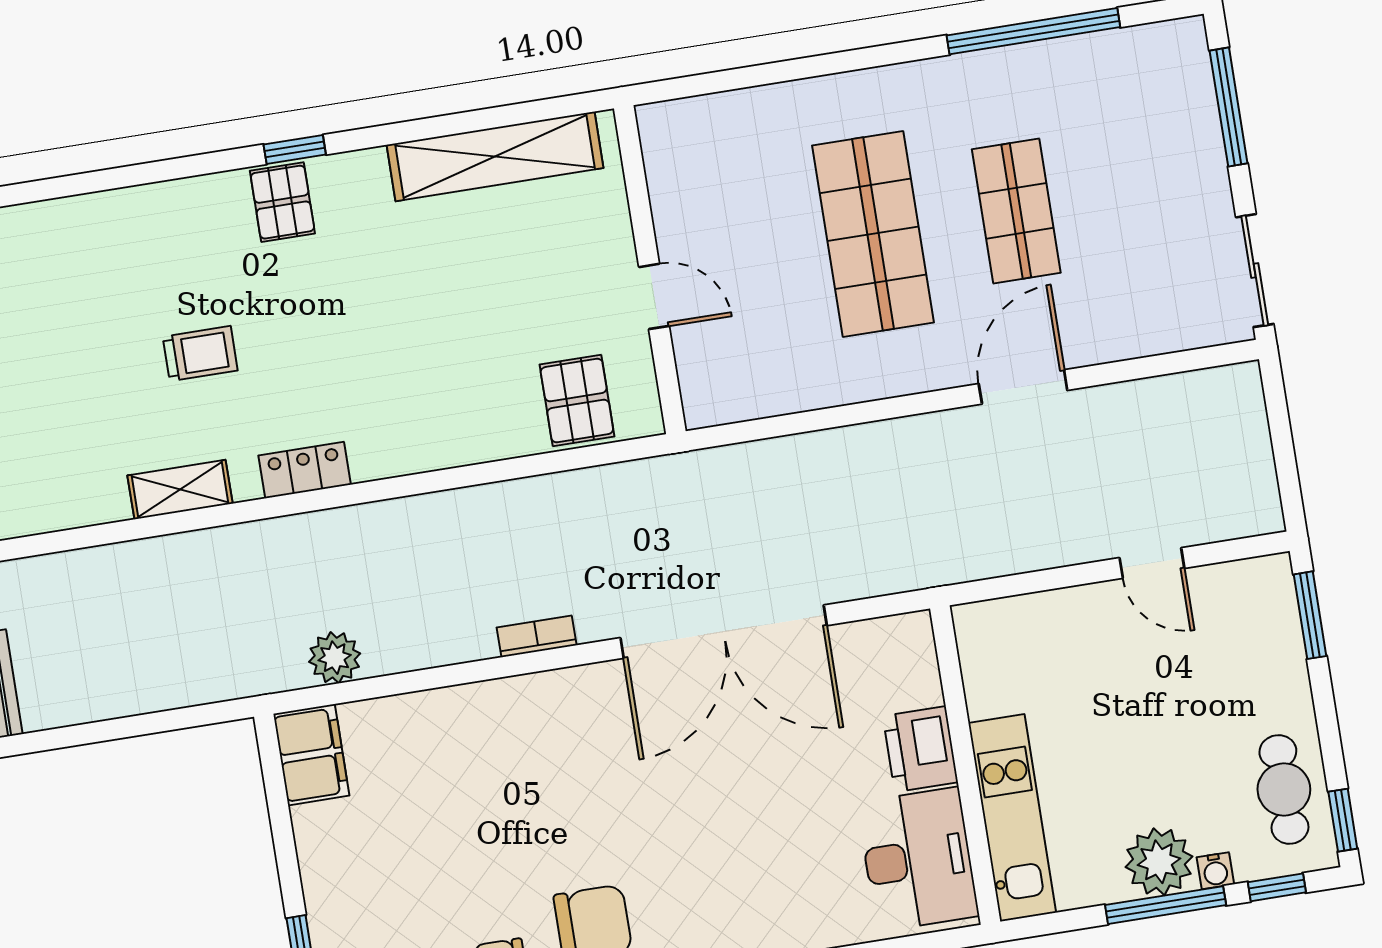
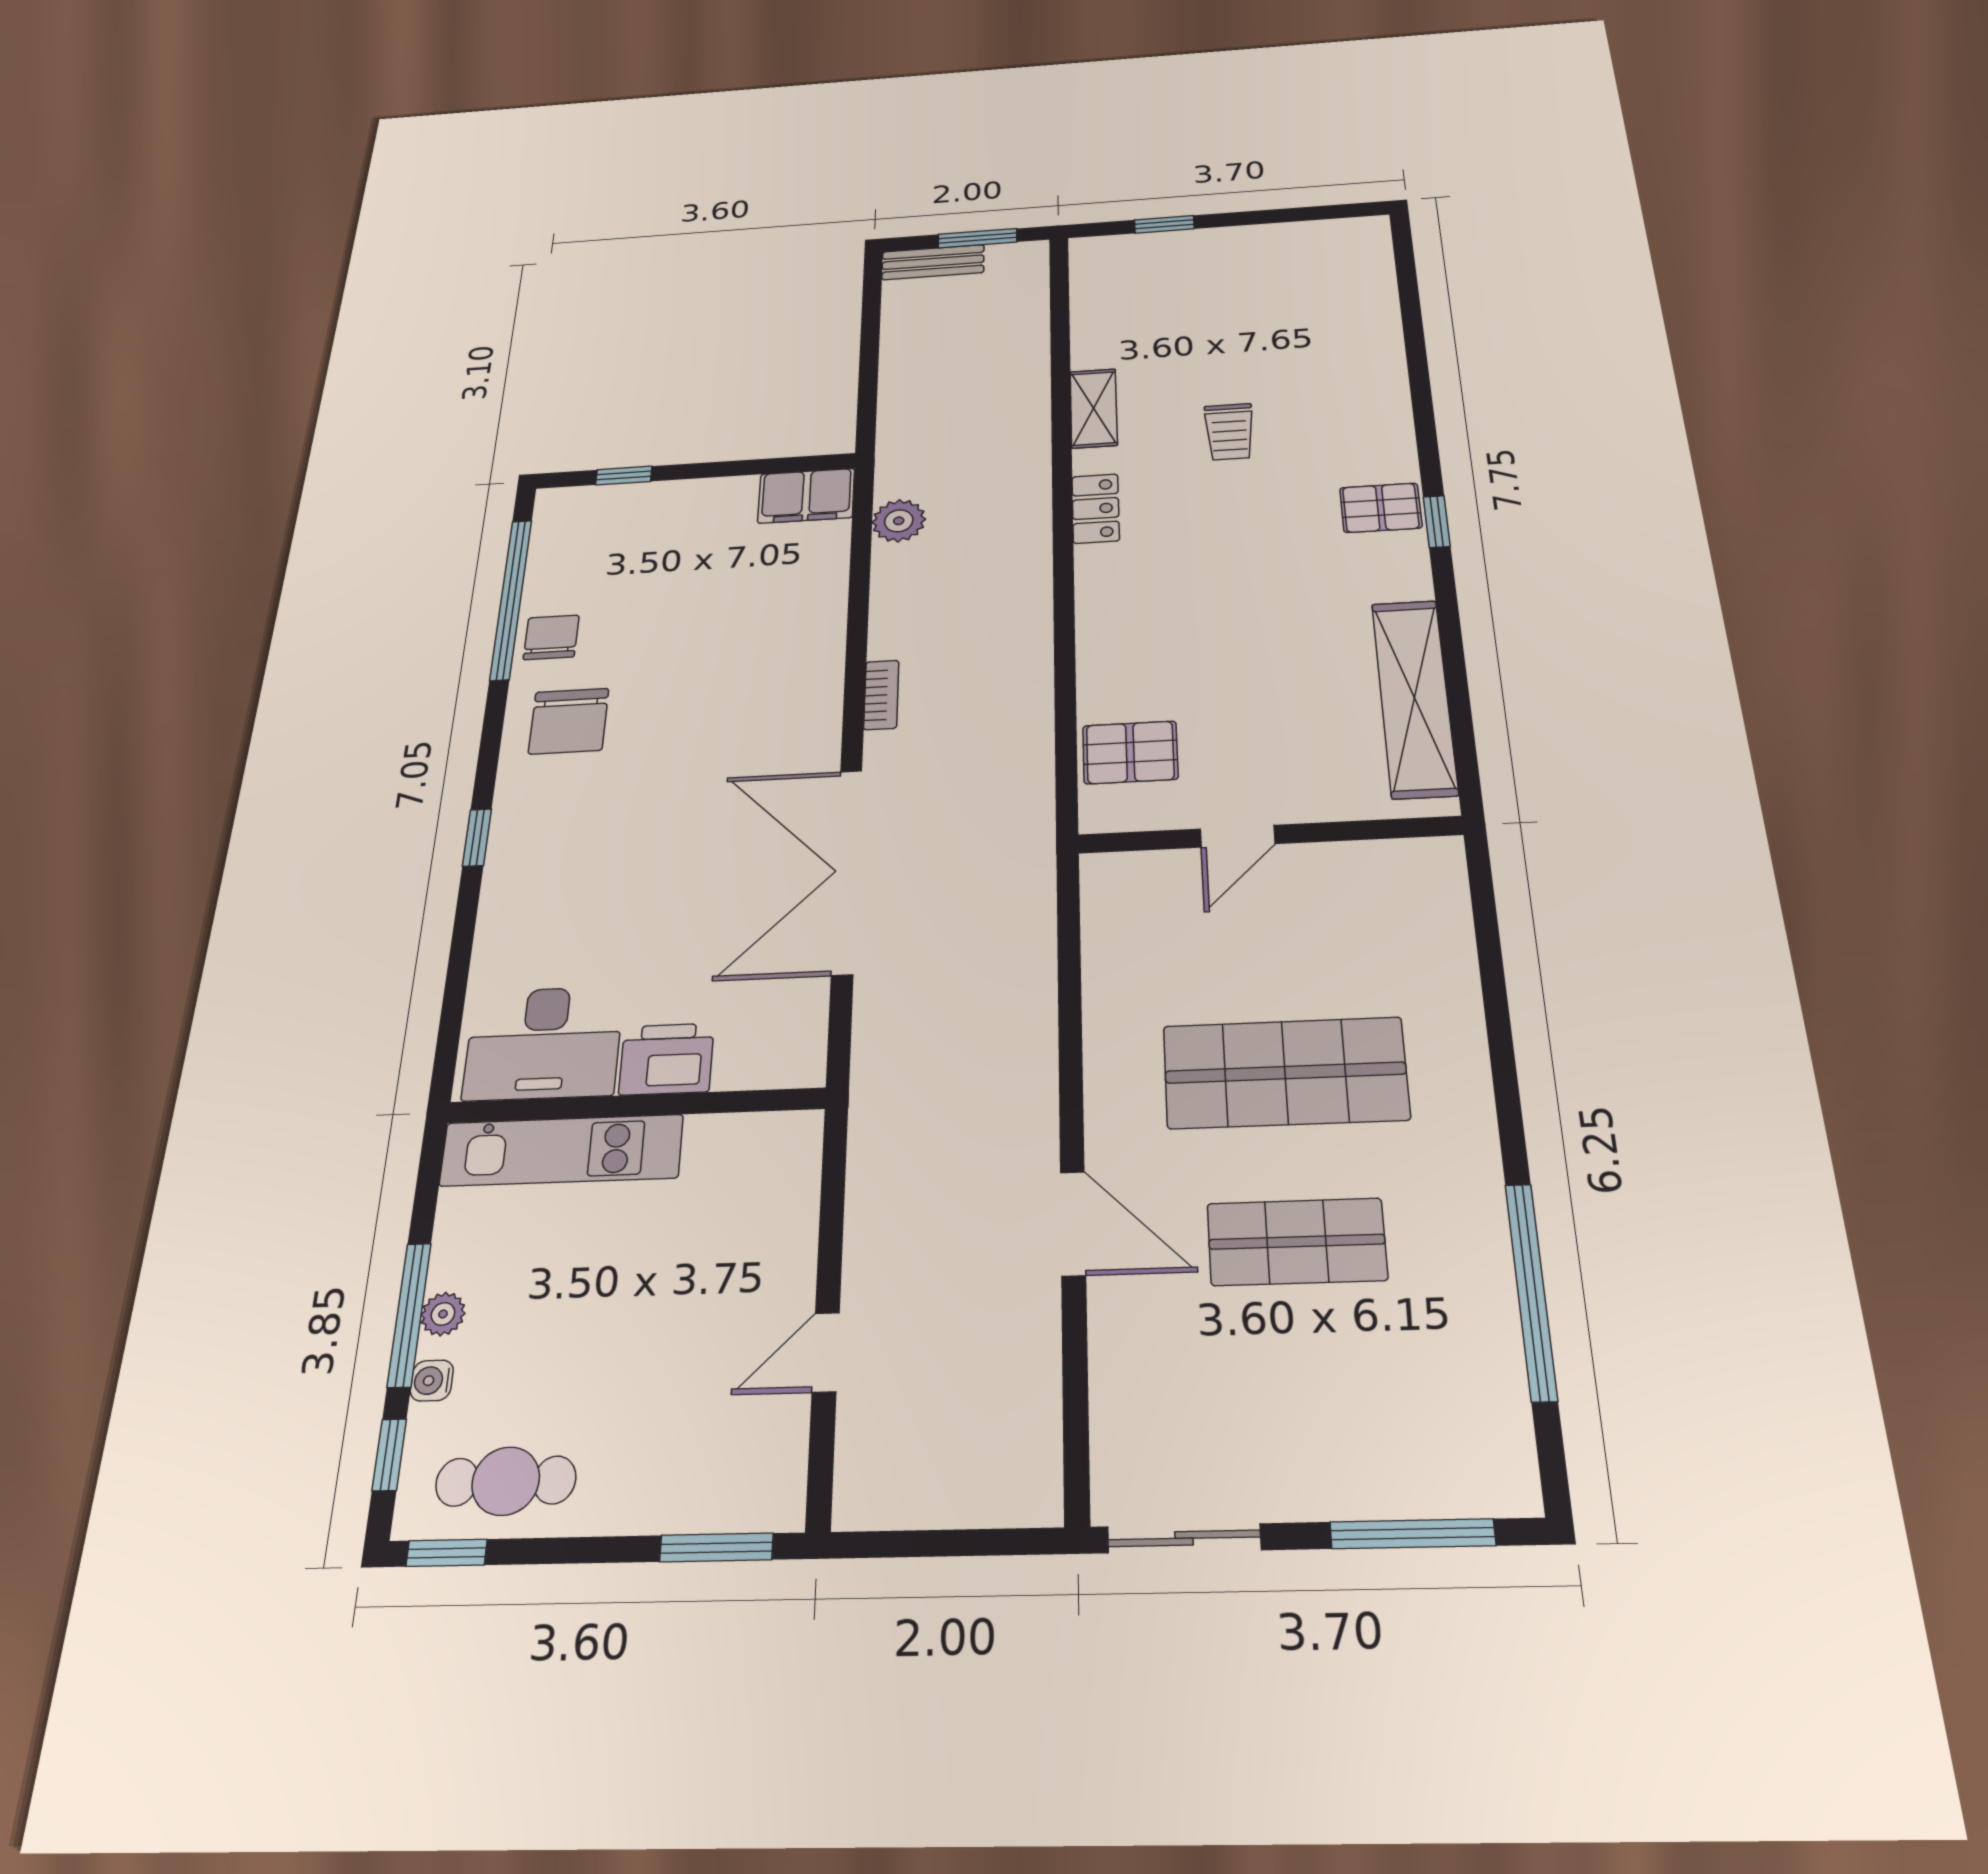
plant: (1159, 862) -> (443, 1314), width x0.53, depth x0.53

